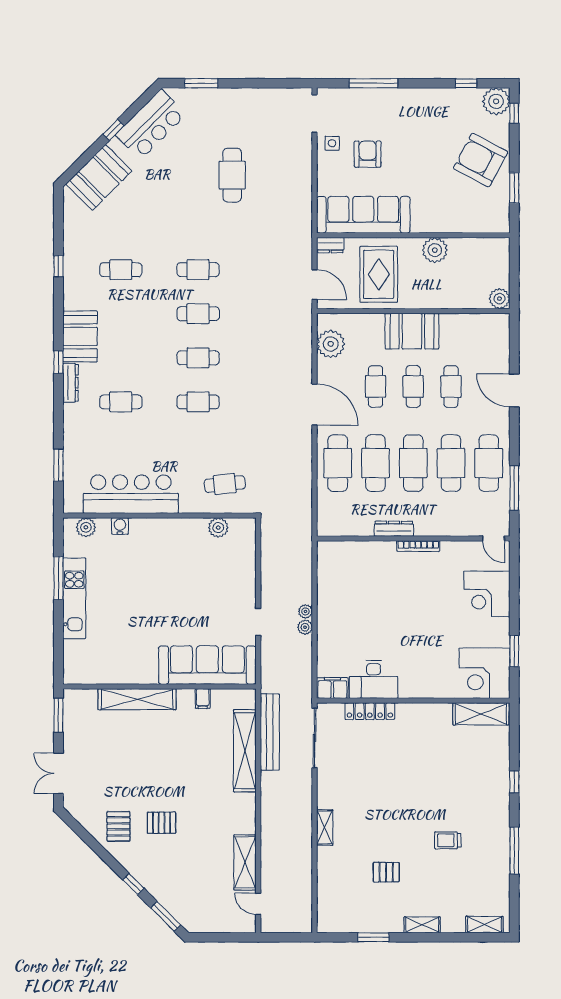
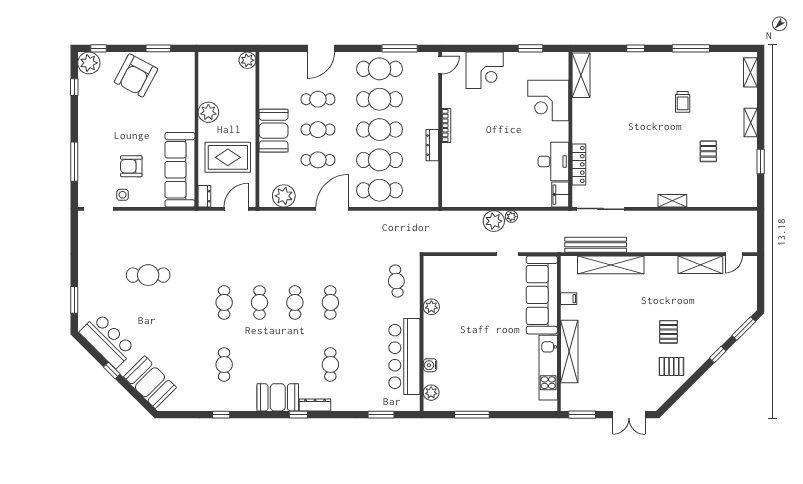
plant: (218, 528) -> (431, 307), moved
kitchen unit: (74, 598) -> (548, 368), moved, turned -90
plant: (305, 611) -> (494, 221), width x1.88, depth x1.88
corner desk: (484, 673) -> (548, 100), moved, turned 90

